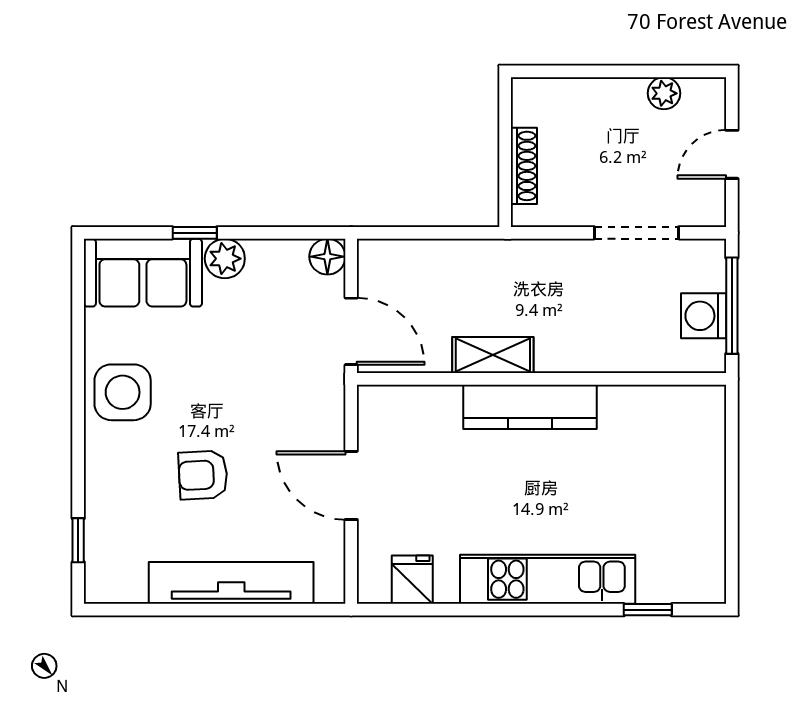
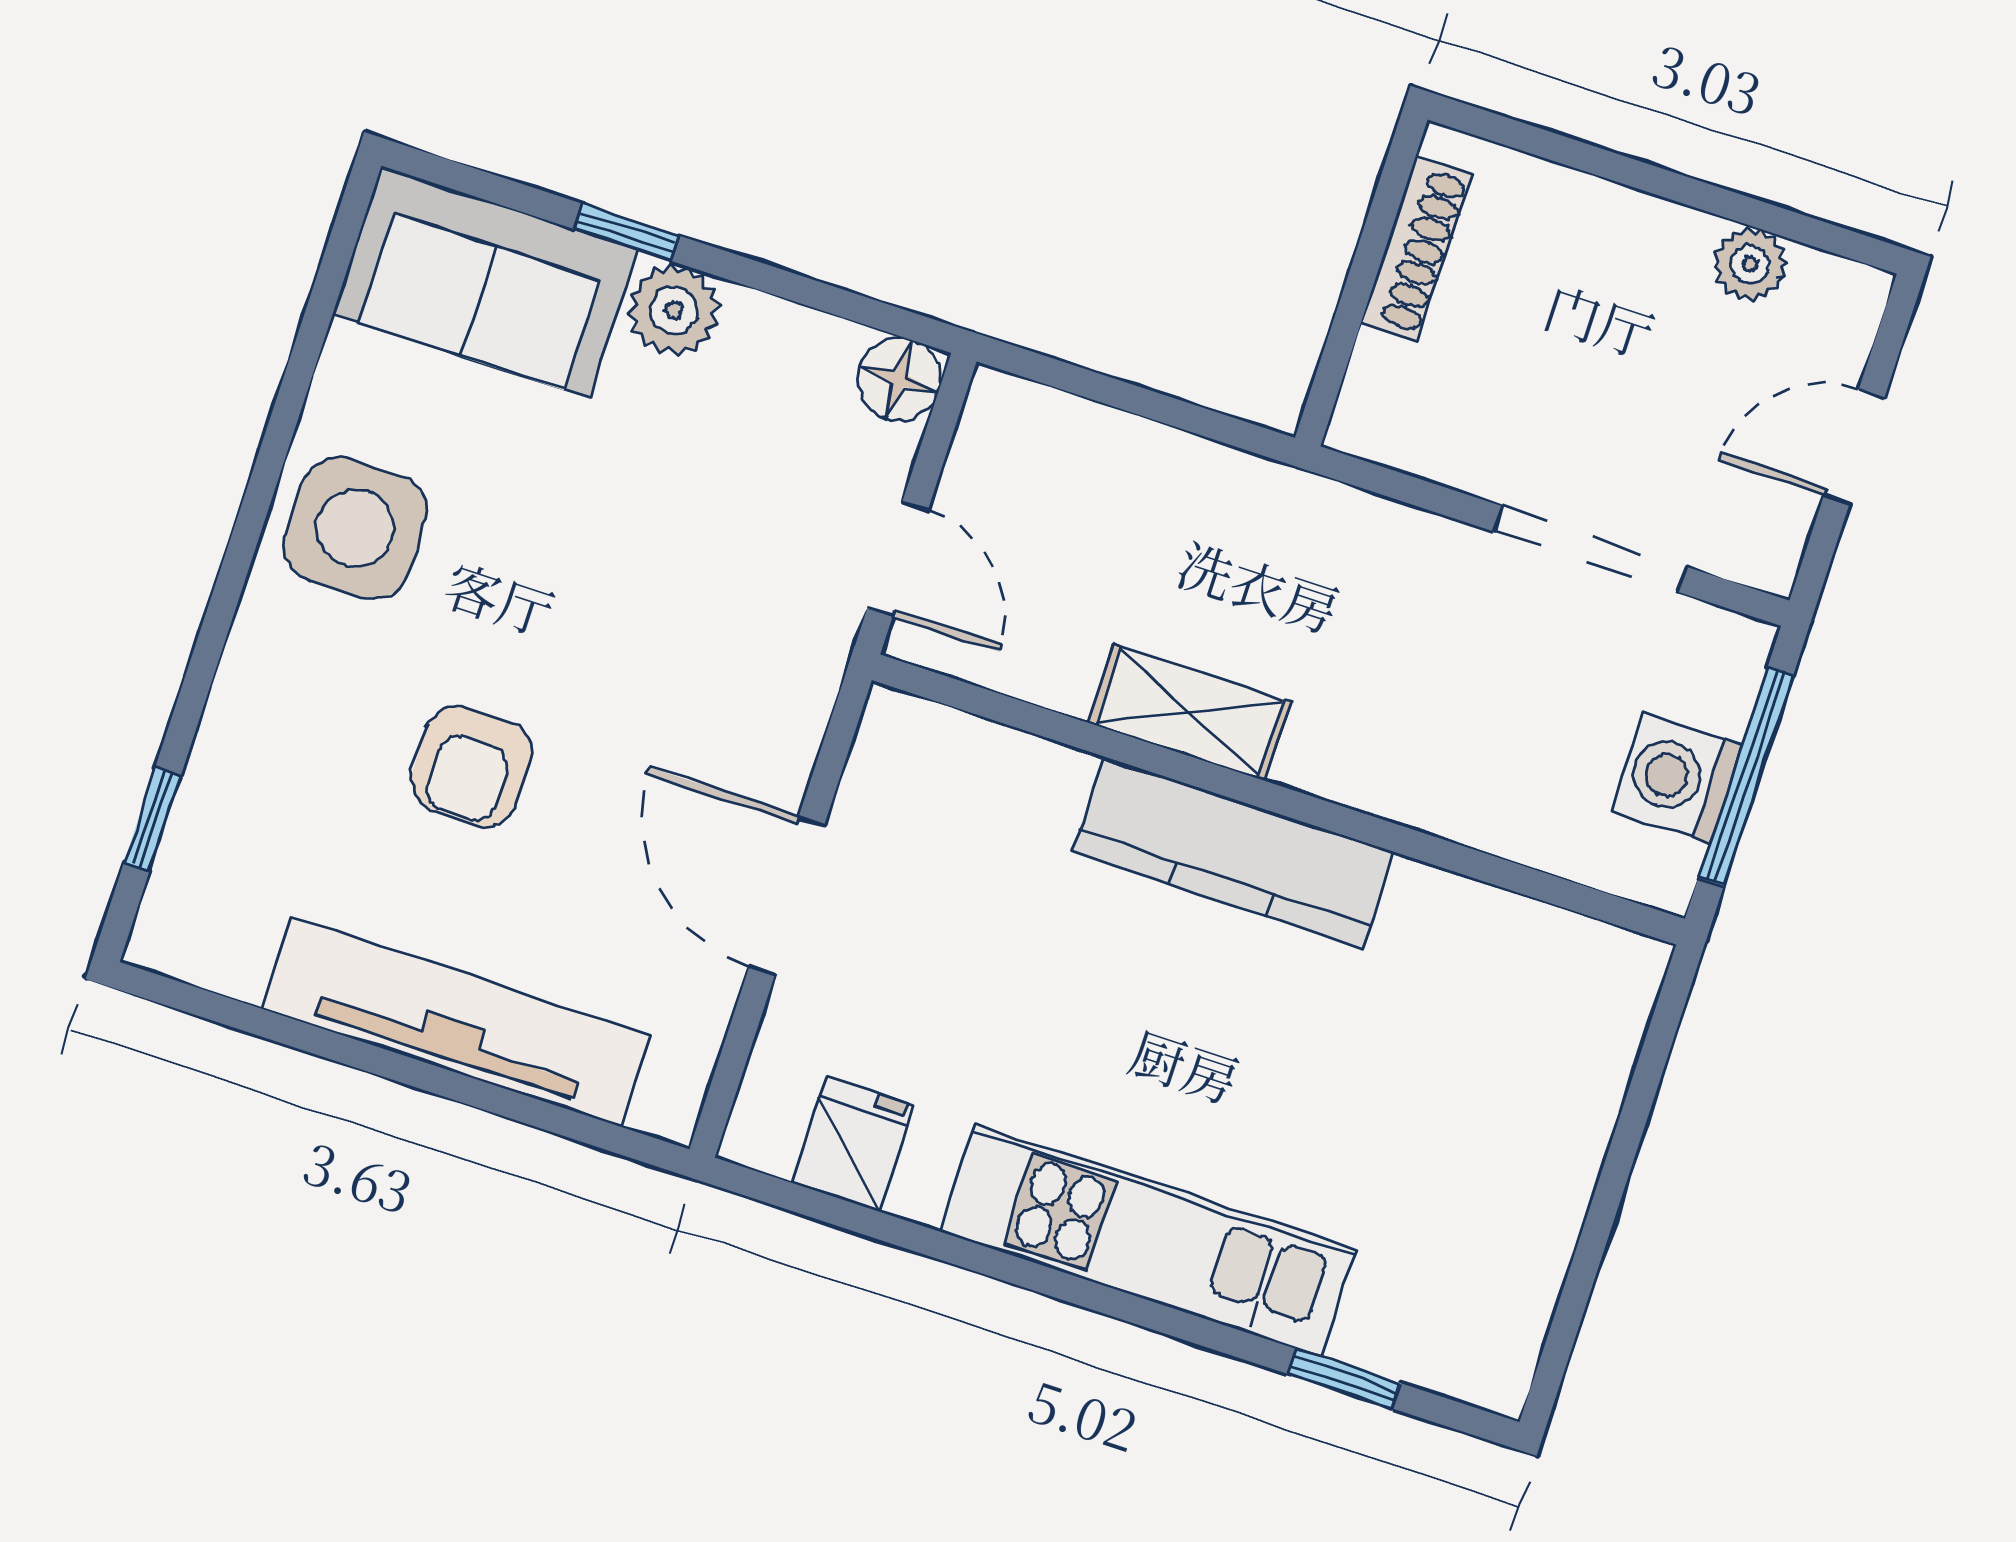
shoe rack: (524, 166) -> (1416, 249), moved
door: (351, 331) -> (897, 559), width x0.73
armchair: (203, 475) -> (471, 766), turned -87

